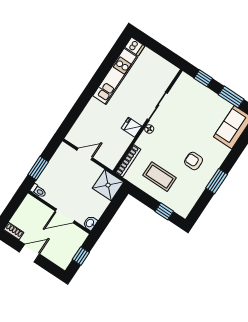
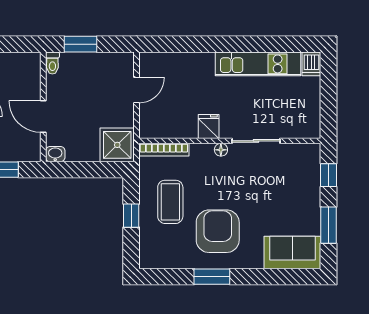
door: (85, 154) -> (137, 90), hinge flipped
armchair: (194, 161) -> (218, 231), width x1.88, depth x1.88
window: (164, 211) -> (131, 216), moved

